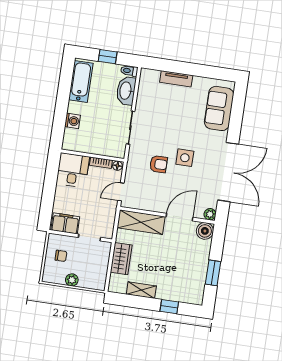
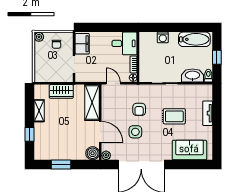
rug: (174, 121) -> (174, 116), added
side table: (185, 158) -> (135, 132), moved
plant: (72, 280) -> (39, 37), moved

